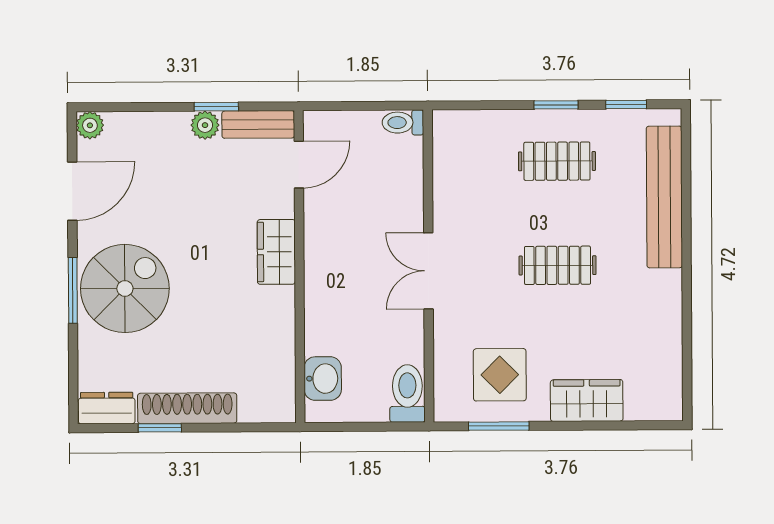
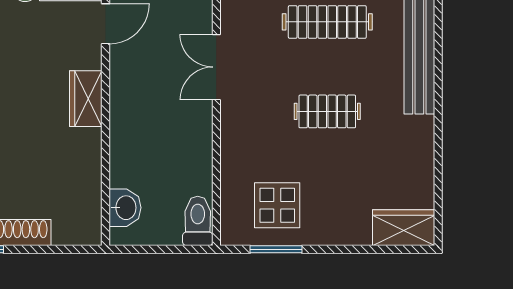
clothes rail: (557, 161) -> (327, 22), width x1.36
double door: (428, 271) -> (216, 67), moved
wardrobe: (587, 400) -> (404, 228), moved

